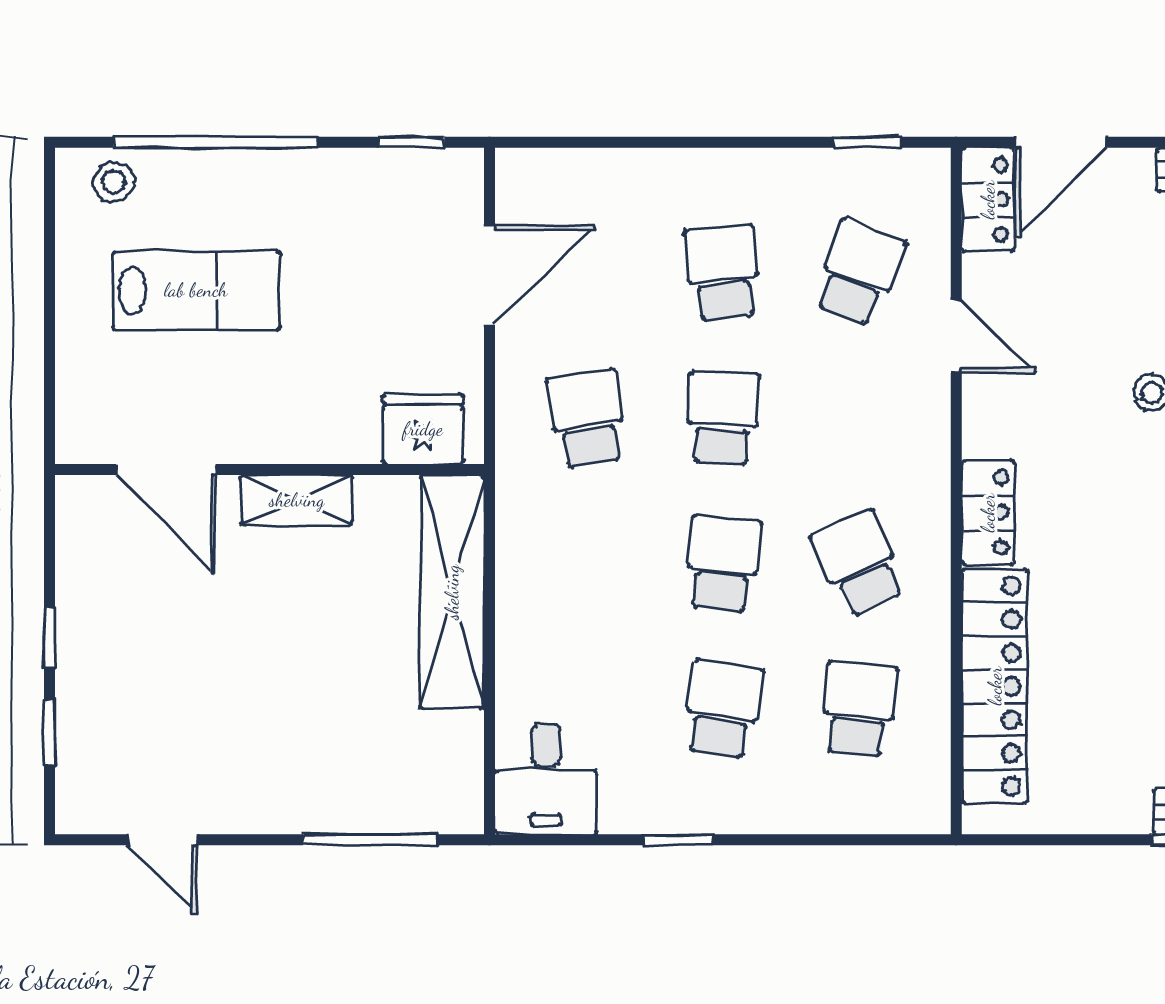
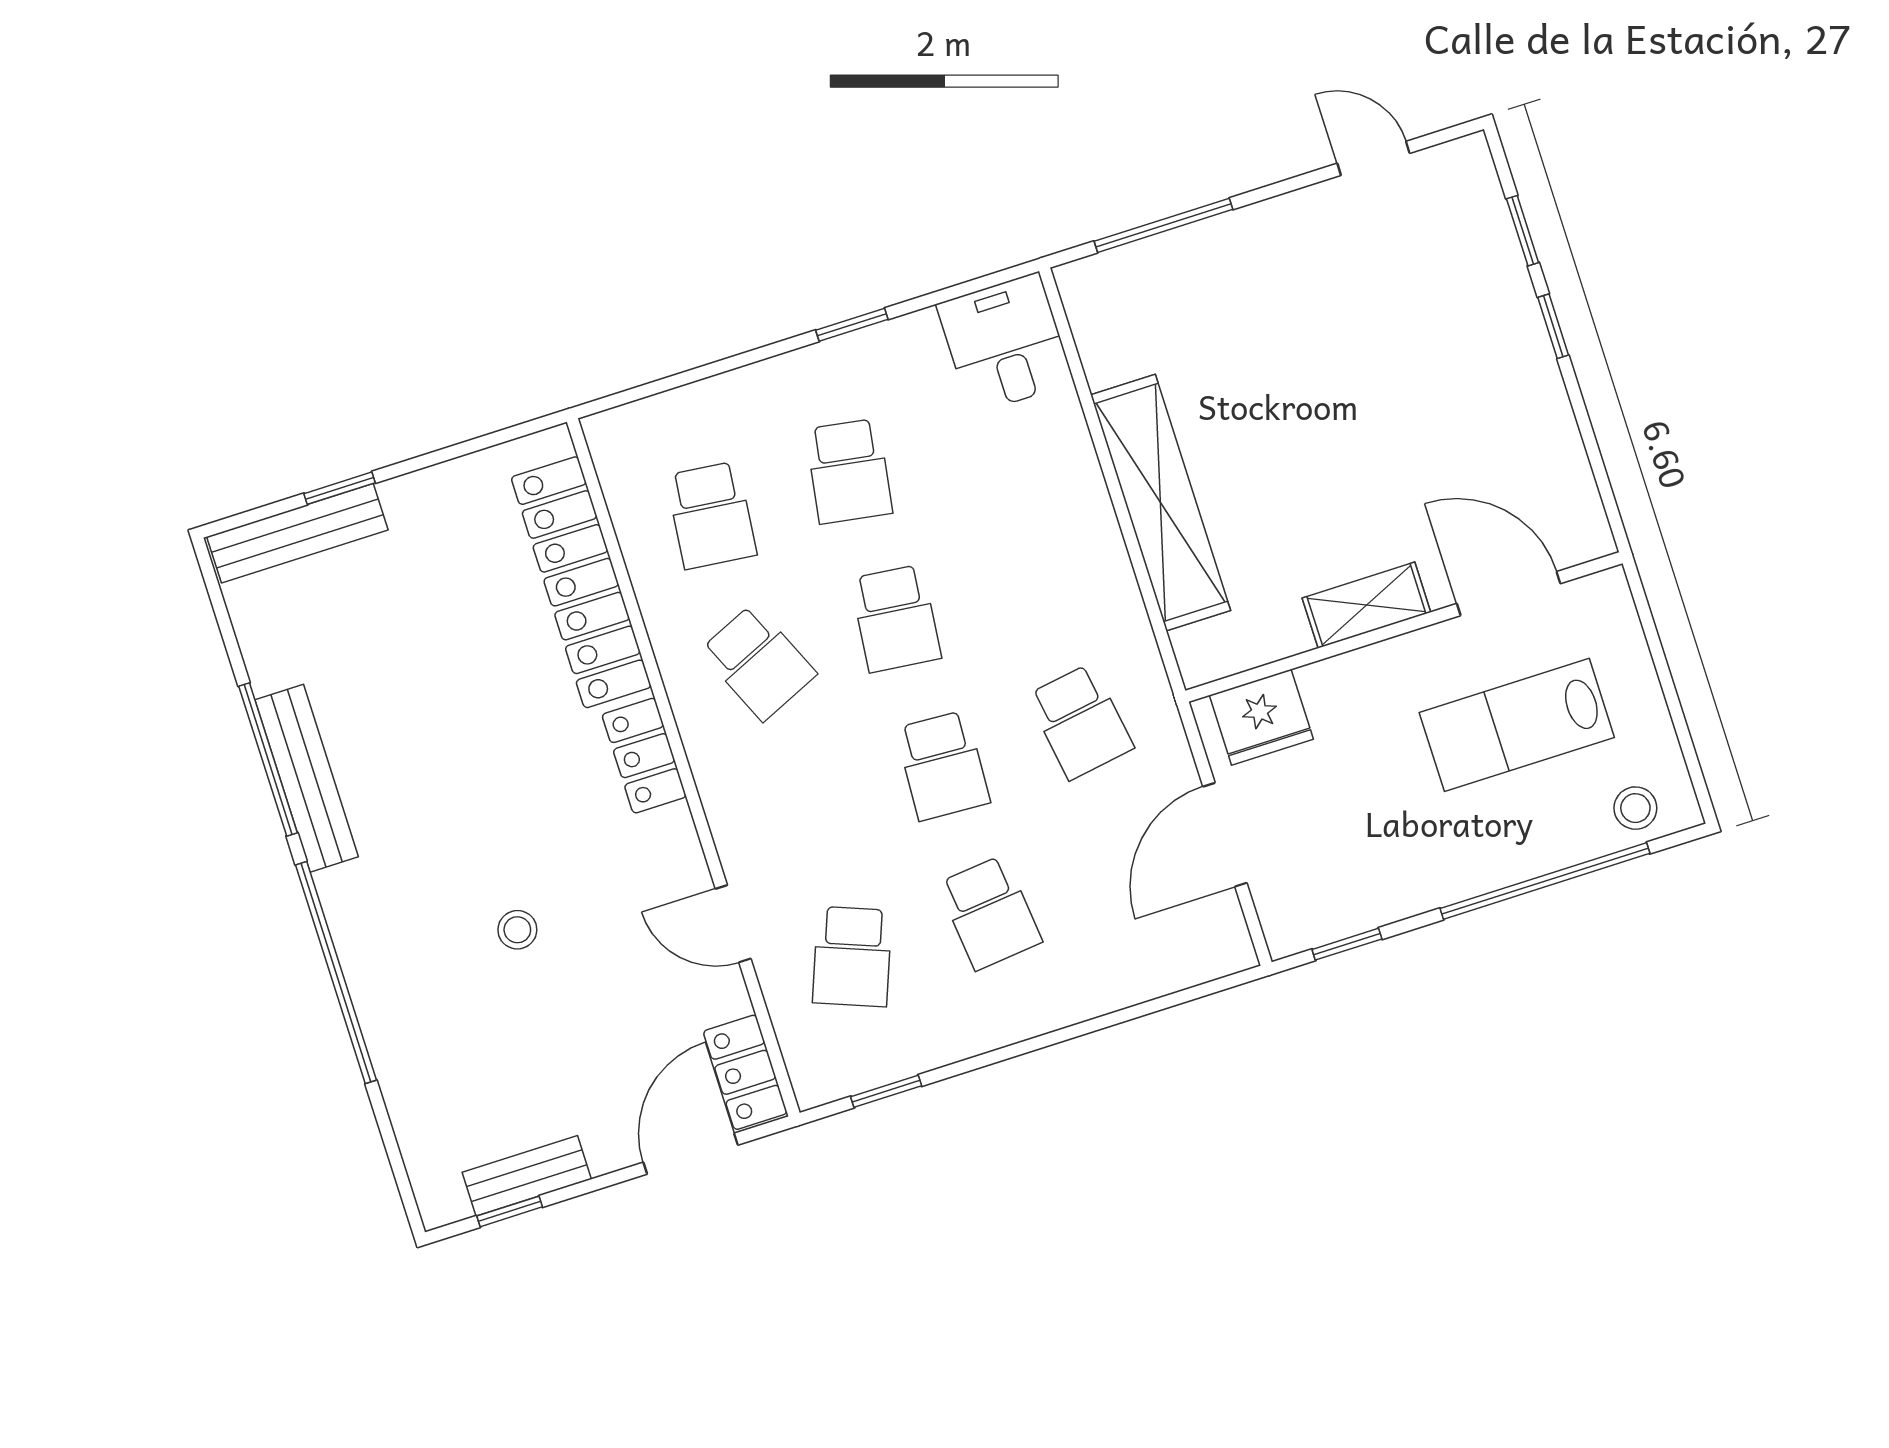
fridge: (423, 429) -> (1261, 717), moved
door: (166, 470) -> (1509, 594), moved
wall: (269, 470) -> (1404, 627), moved
shelving: (297, 500) -> (1366, 605), moved

